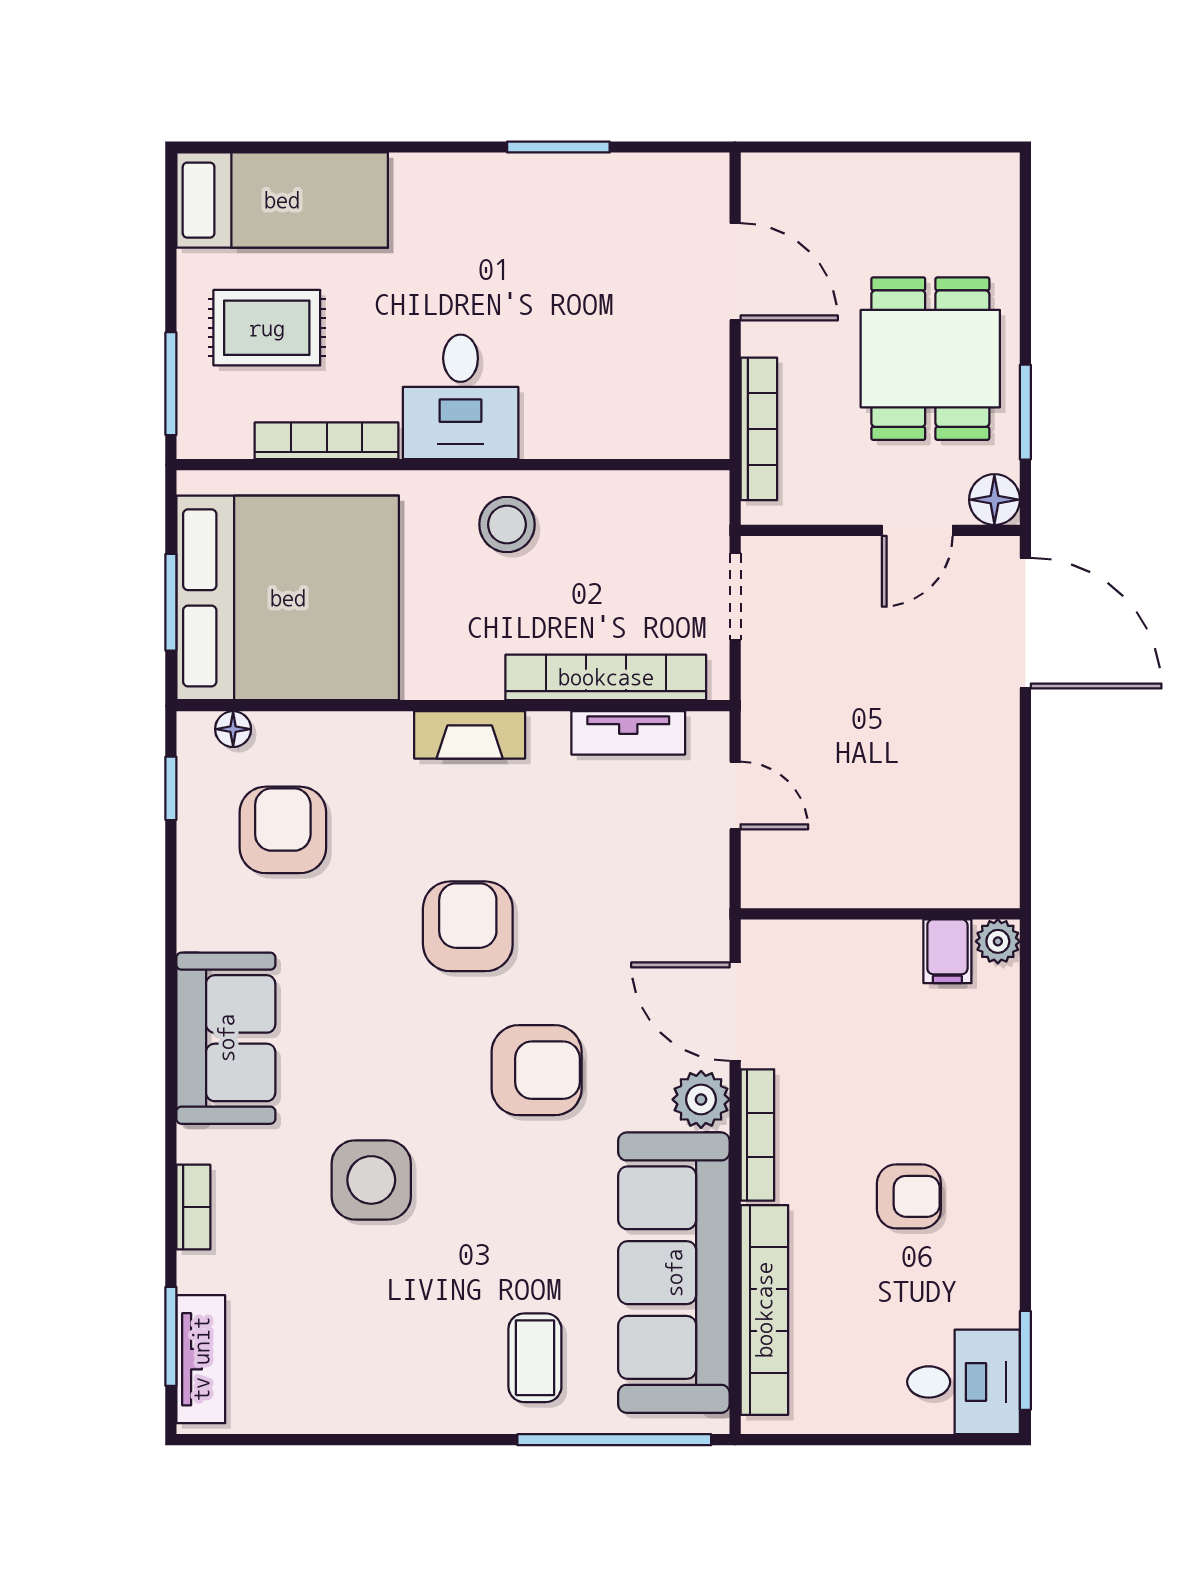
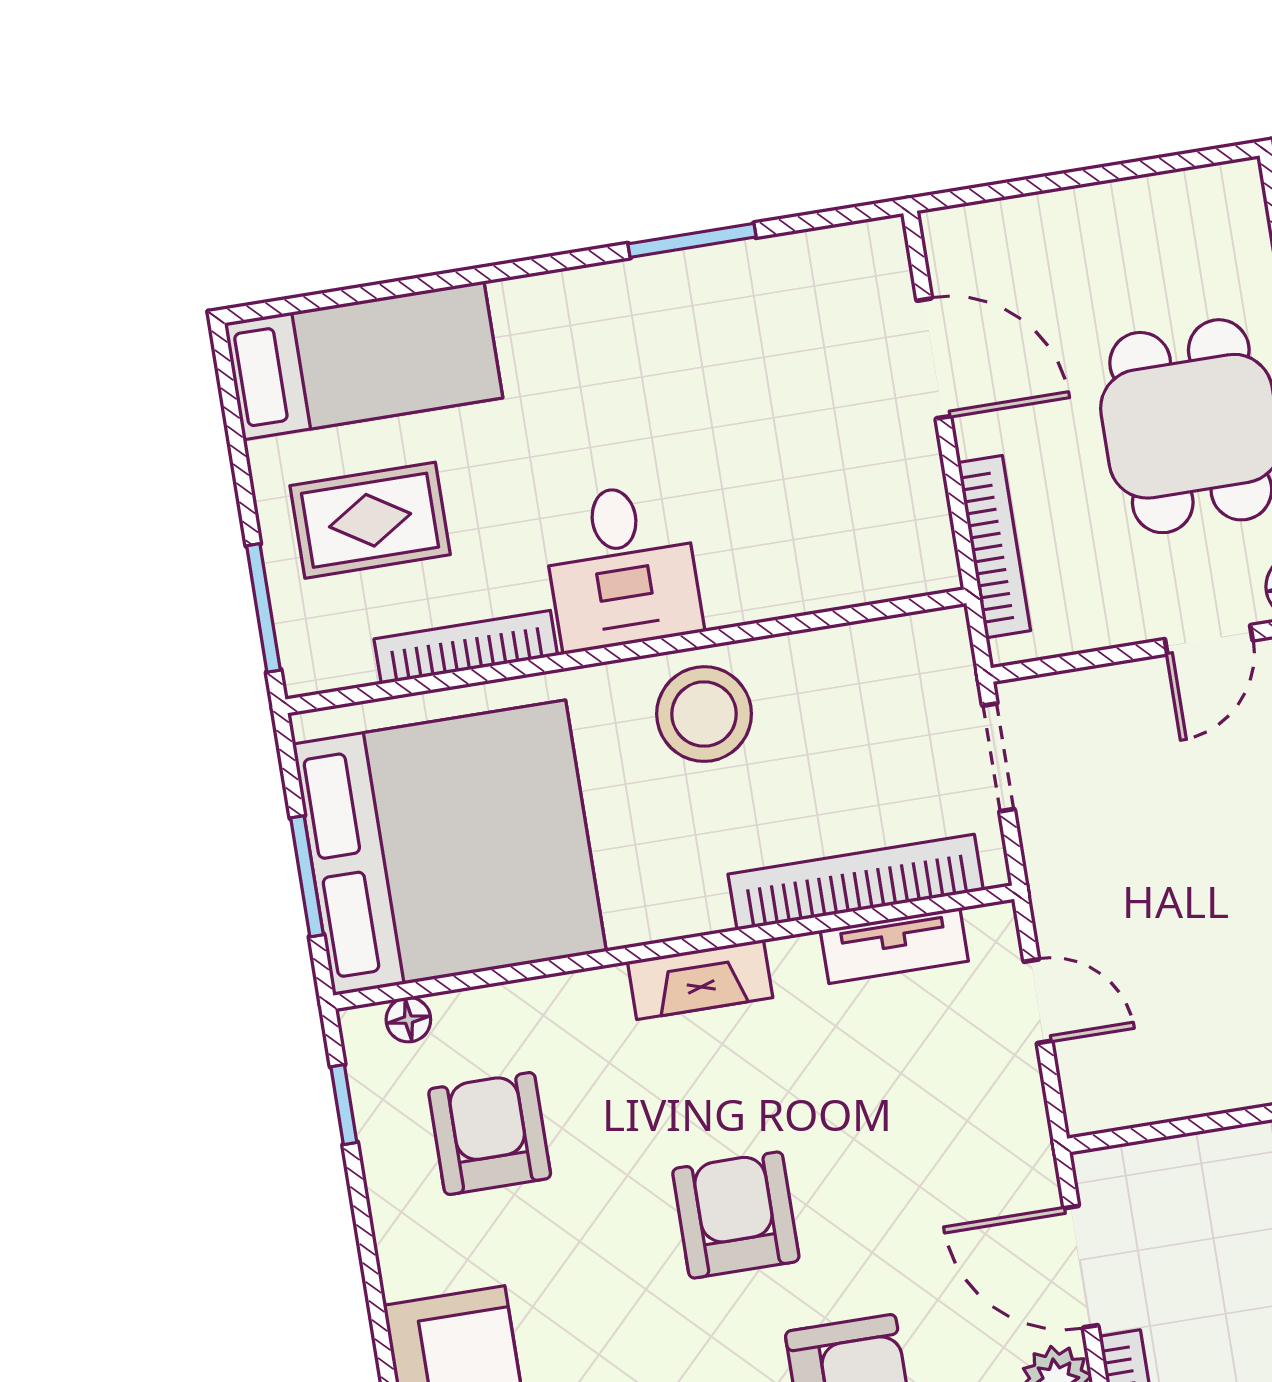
stool: (507, 525) -> (704, 714), width x1.38, depth x1.38

